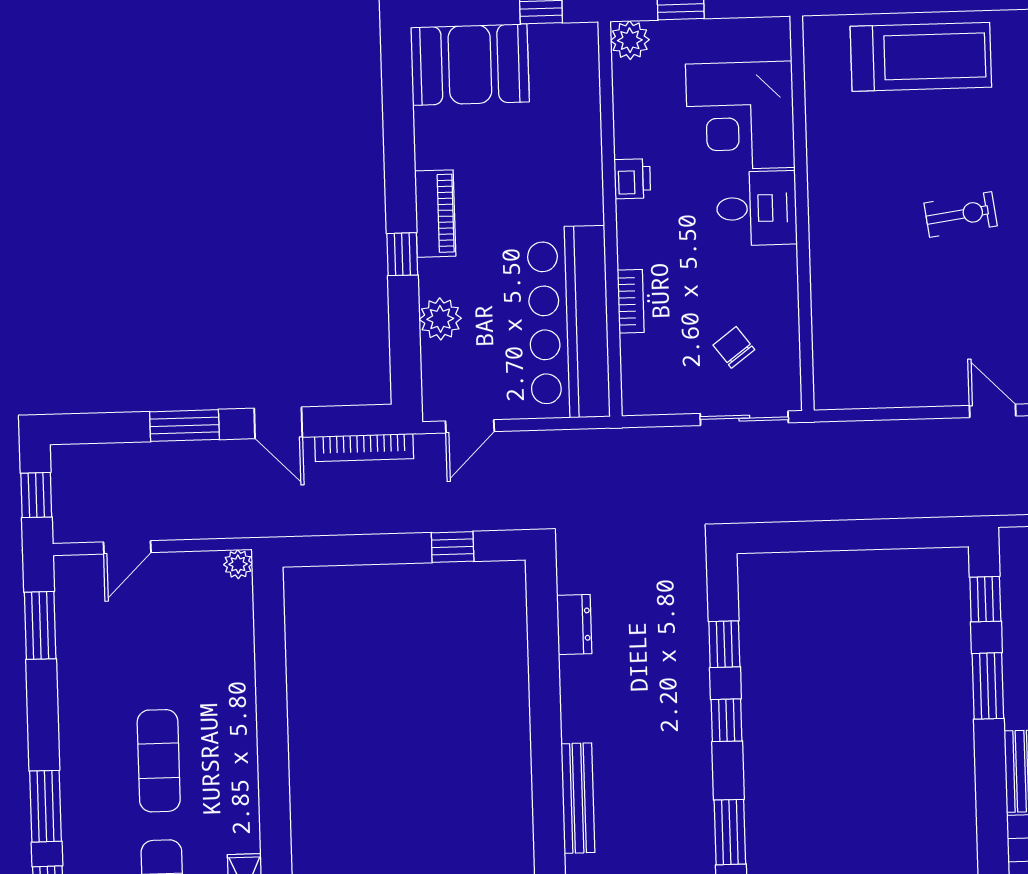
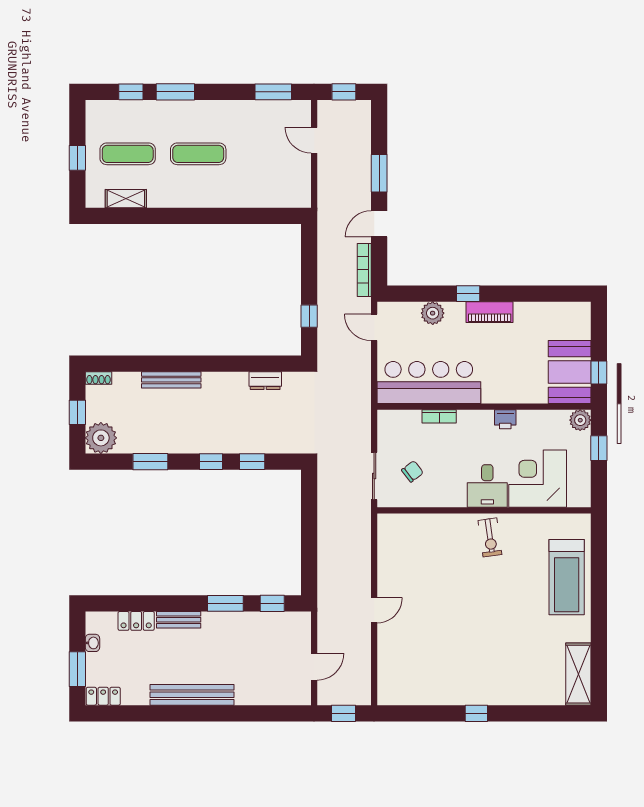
booth: (470, 64) -> (570, 372), moved
exercise bike: (961, 214) -> (490, 537), moved
plant: (238, 564) -> (303, 200), removed

